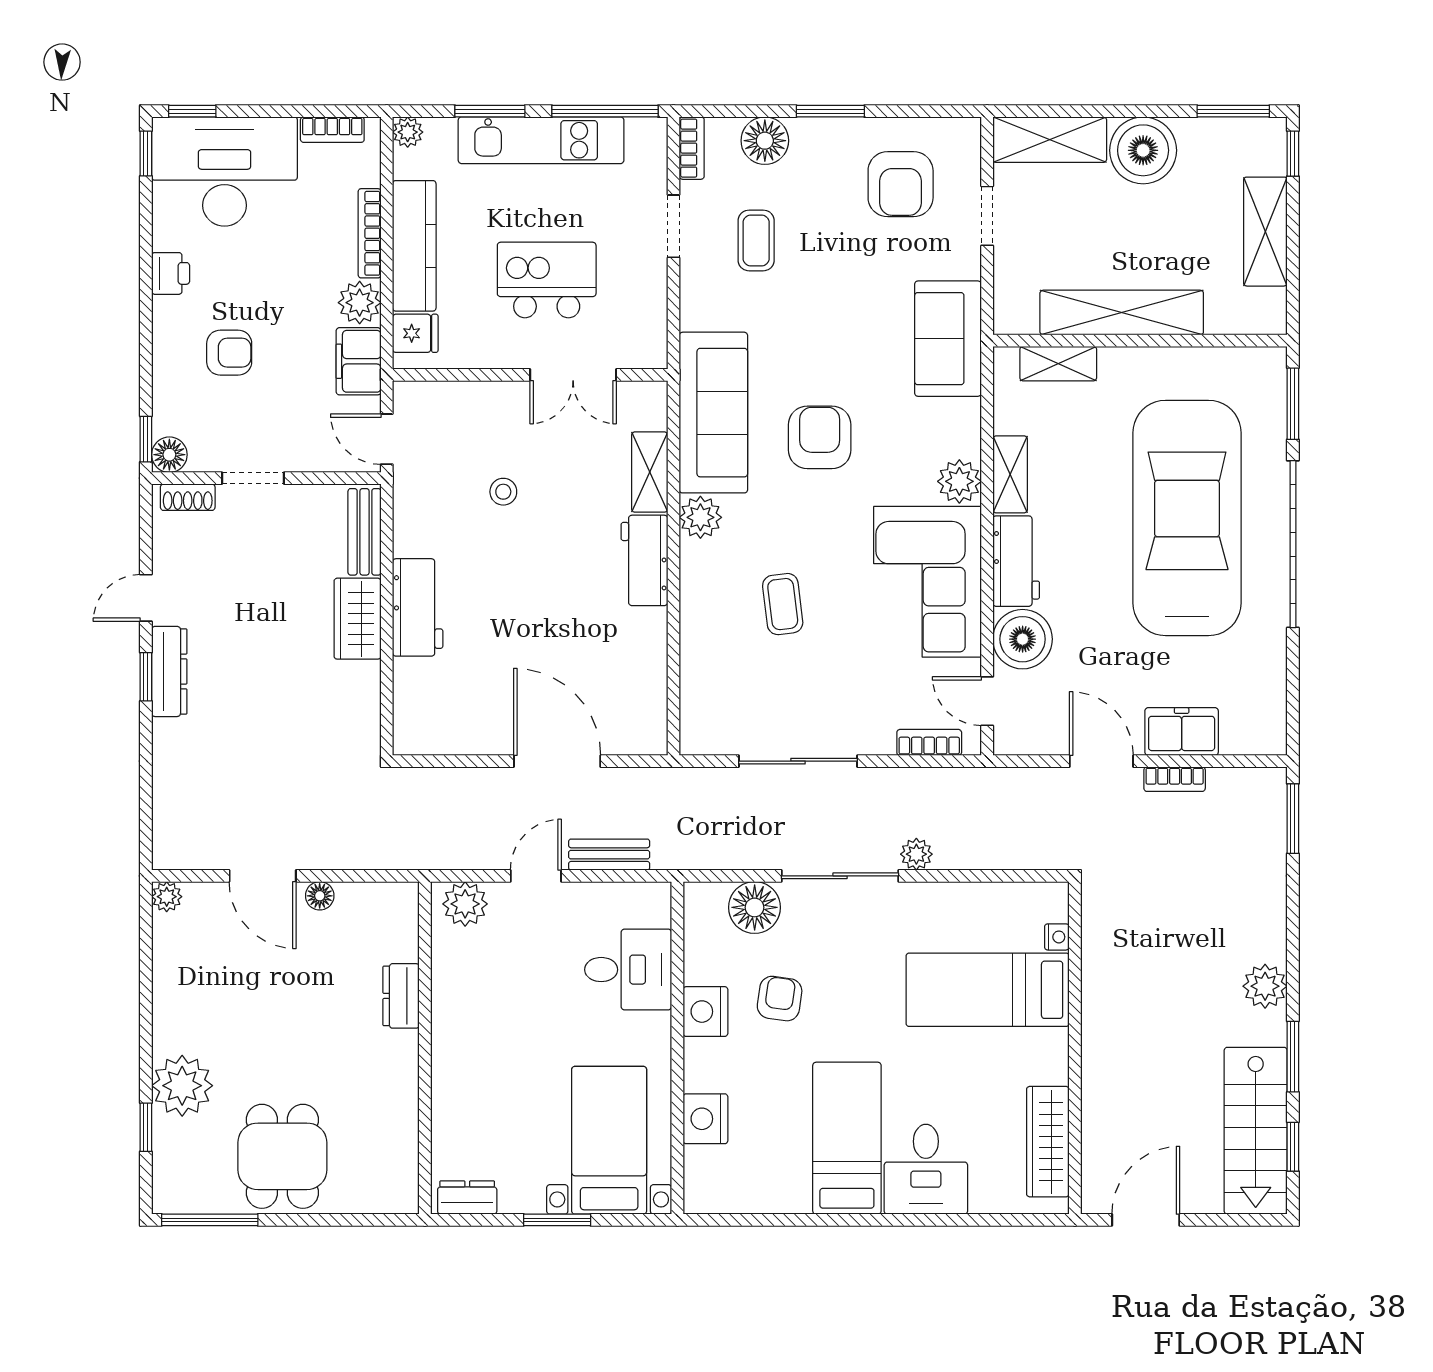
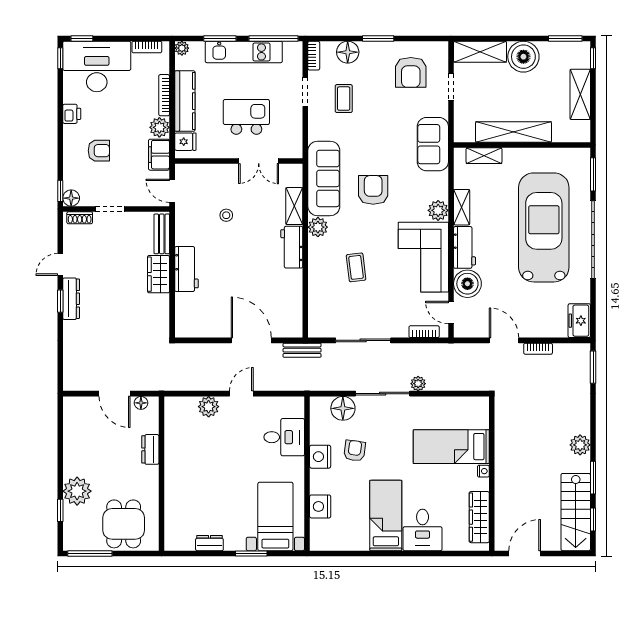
freezer: (1182, 732) -> (579, 321), moved, turned -90
bench: (609, 855) -> (302, 350), moved
plant: (167, 897) -> (70, 403), removed
nightstand: (1057, 937) -> (483, 471), moved
dresser: (401, 996) -> (150, 449), moved
wall: (425, 1048) -> (161, 474), moved

